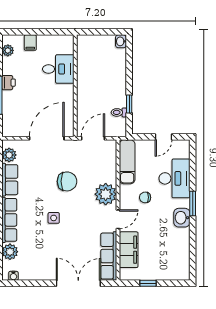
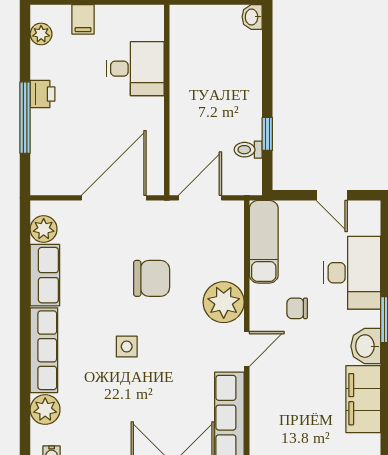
door: (164, 137) -> (332, 195), hinge flipped
filing cabinet: (129, 250) -> (363, 399), moved, turned 180

